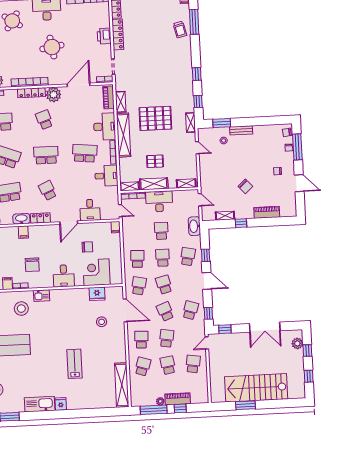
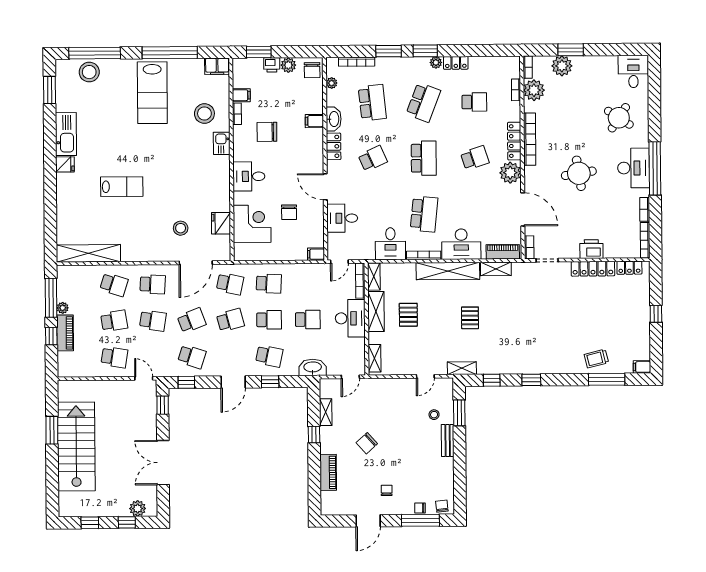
pallet: (155, 118) -> (470, 318), width x0.49, depth x0.50

